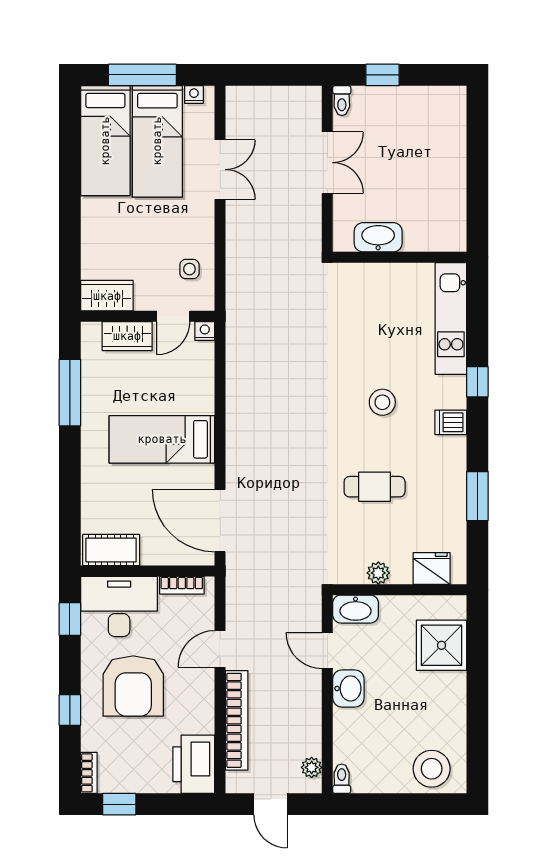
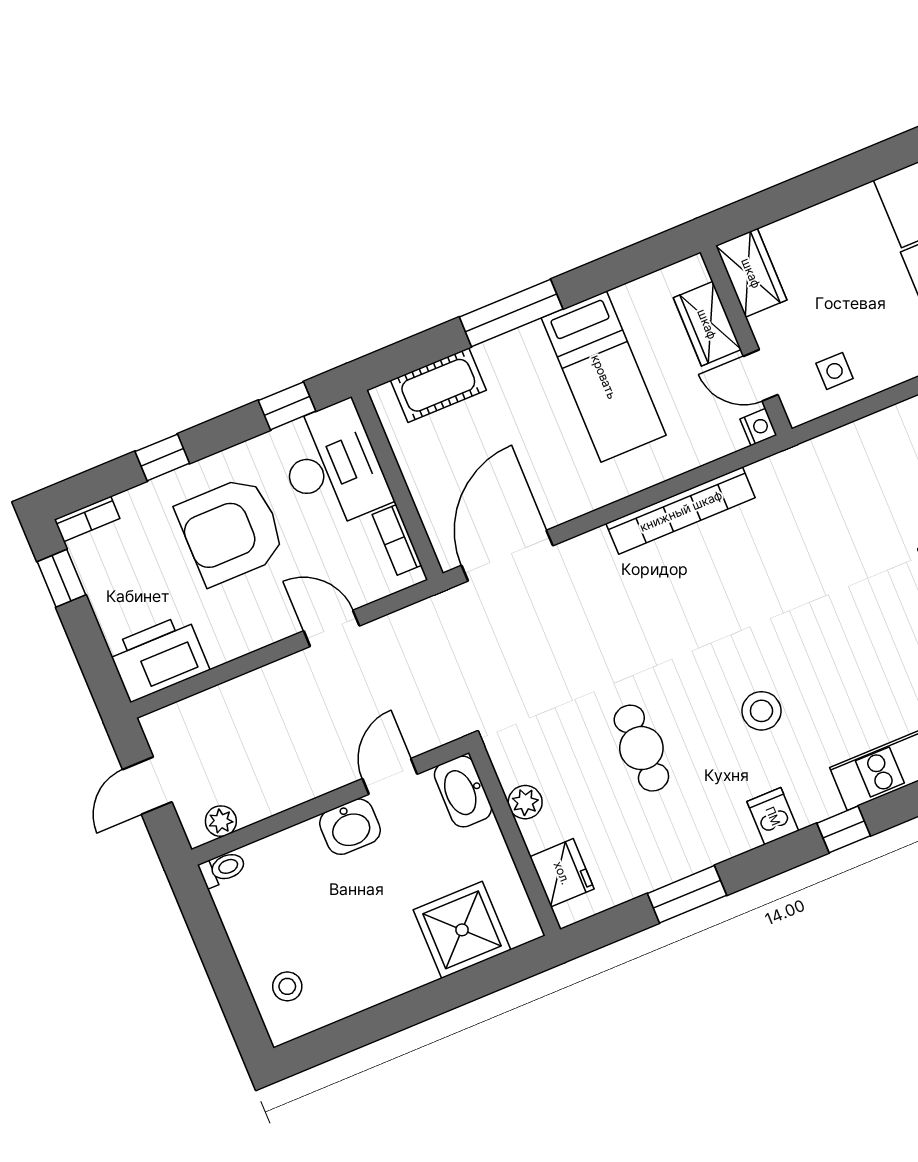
window: (70, 393) -> (511, 313), moved
bed: (162, 439) -> (604, 377), moved, turned 180
cot: (111, 550) -> (438, 385), moved, turned 90
bookcase: (237, 720) -> (681, 511), moved
stool: (432, 769) -> (287, 986), width x0.53, depth x0.53

